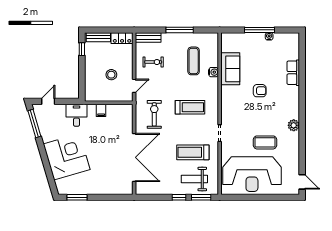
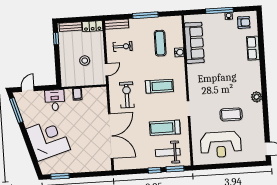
sofa: (230, 69) -> (194, 43), width x1.36
armchair: (260, 91) -> (244, 22), moved
reception desk: (252, 174) -> (221, 144), width x0.74, depth x0.77

